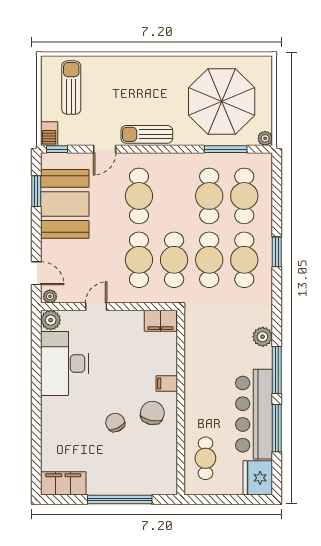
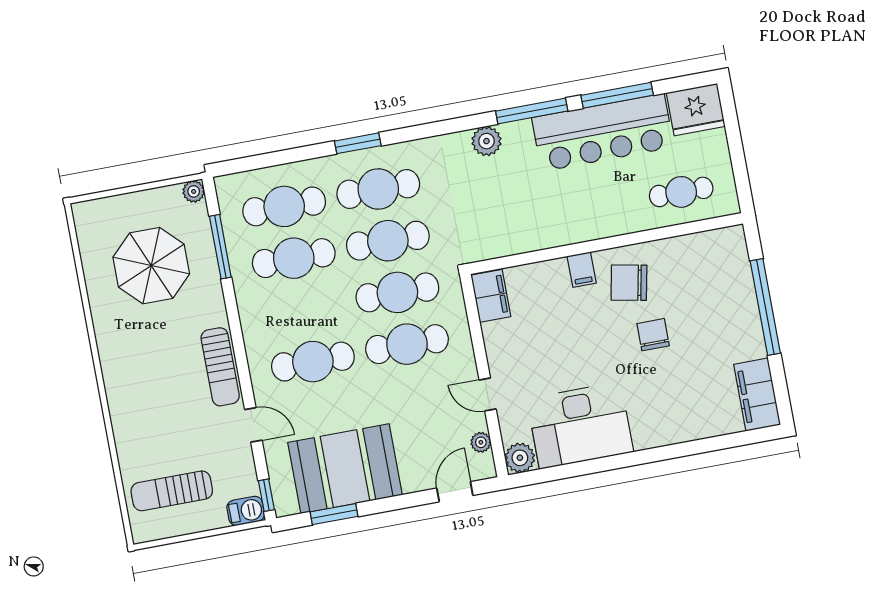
parasol: (222, 102) -> (151, 266), width x0.73, depth x0.73
plant: (50, 296) -> (481, 442), moved
chair: (115, 422) -> (653, 335), turned 116

